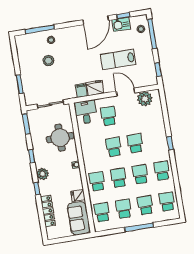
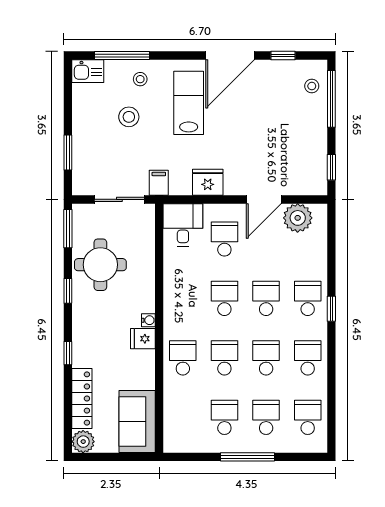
kitchen sink: (121, 24) -> (88, 71), moved
lab bench: (118, 59) -> (189, 103), moved, turned 90
filing cabinet: (81, 90) -> (159, 183), moved
door: (126, 92) -> (264, 199), swing flipped
round table: (60, 138) -> (100, 265), moved
plant: (43, 174) -> (83, 442), moved
fridge: (78, 195) -> (143, 339), moved
school desk: (102, 212) -> (308, 298), moved

